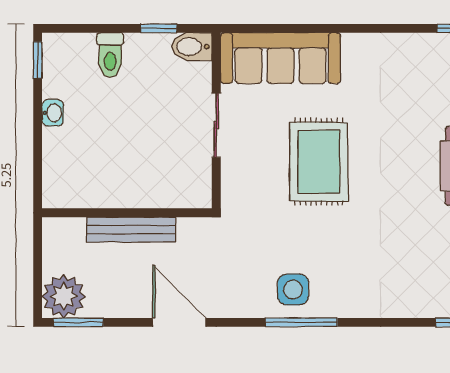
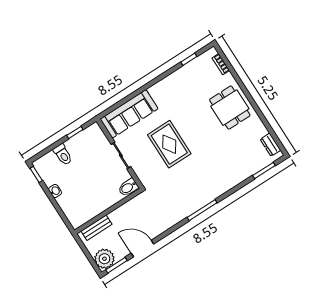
bidet: (192, 47) -> (128, 187), moved
bench: (131, 230) -> (96, 228), moved, width x0.73
side table: (293, 289) -> (191, 200), removed
door: (179, 322) -> (142, 249), moved

